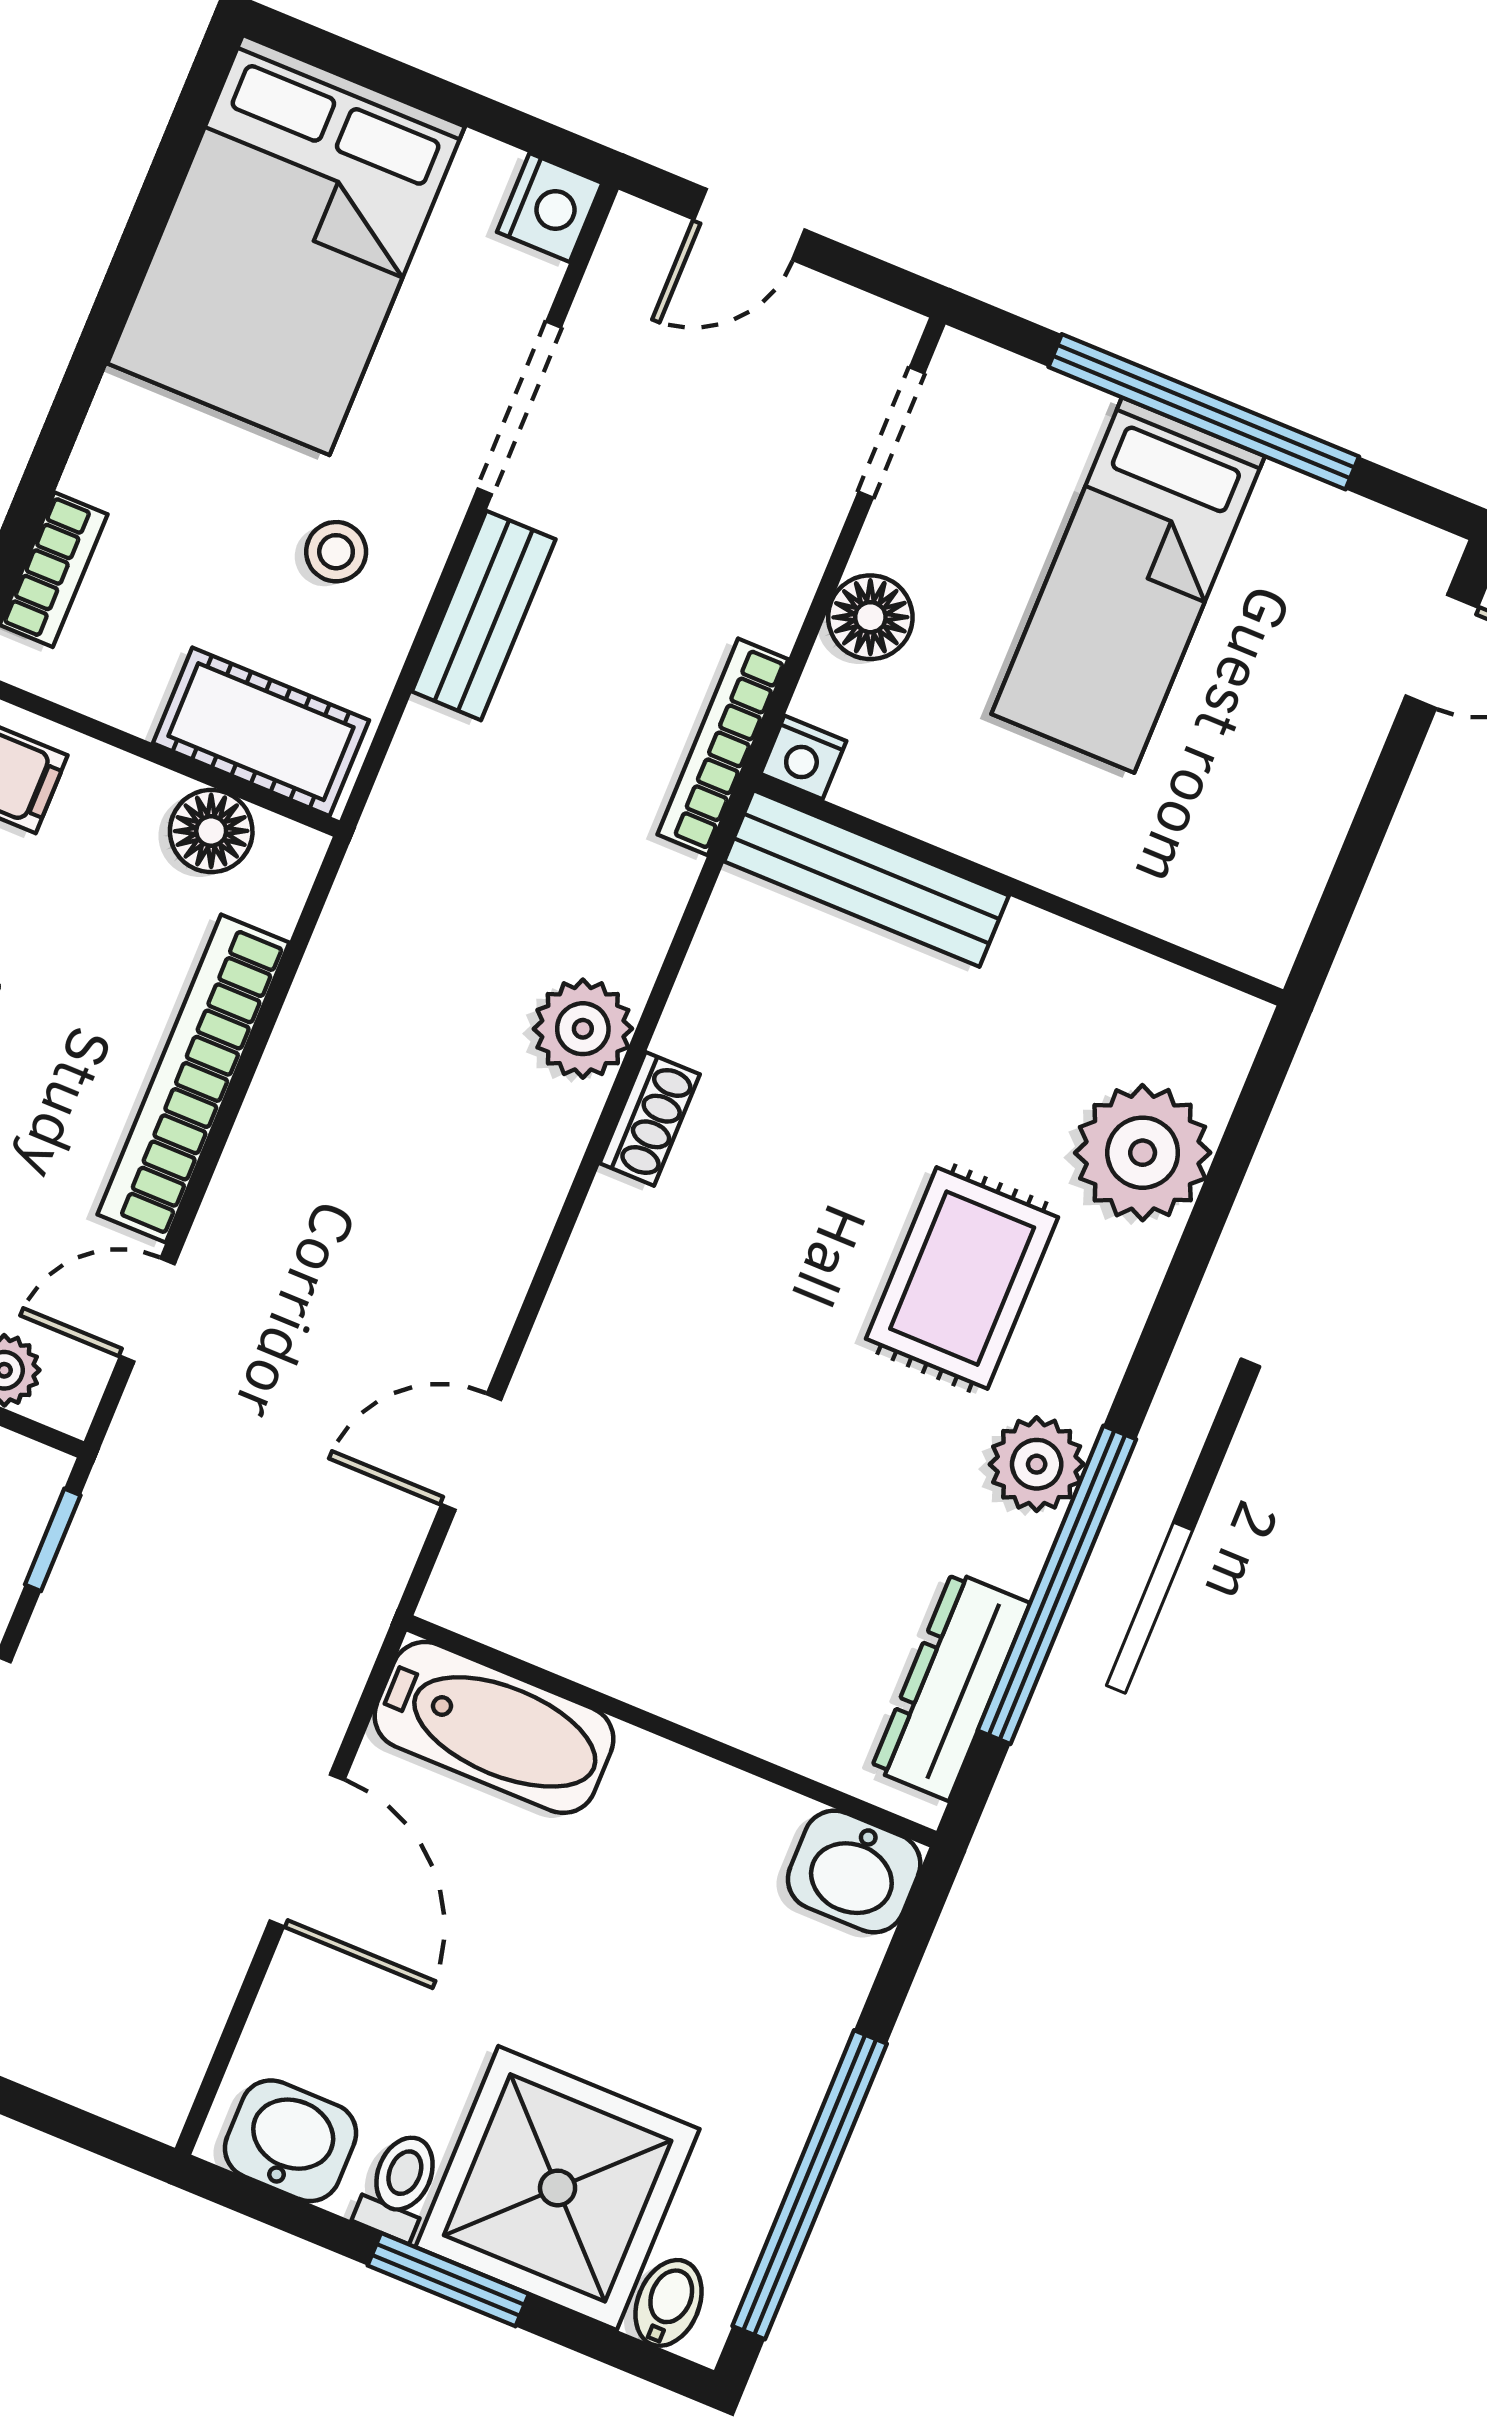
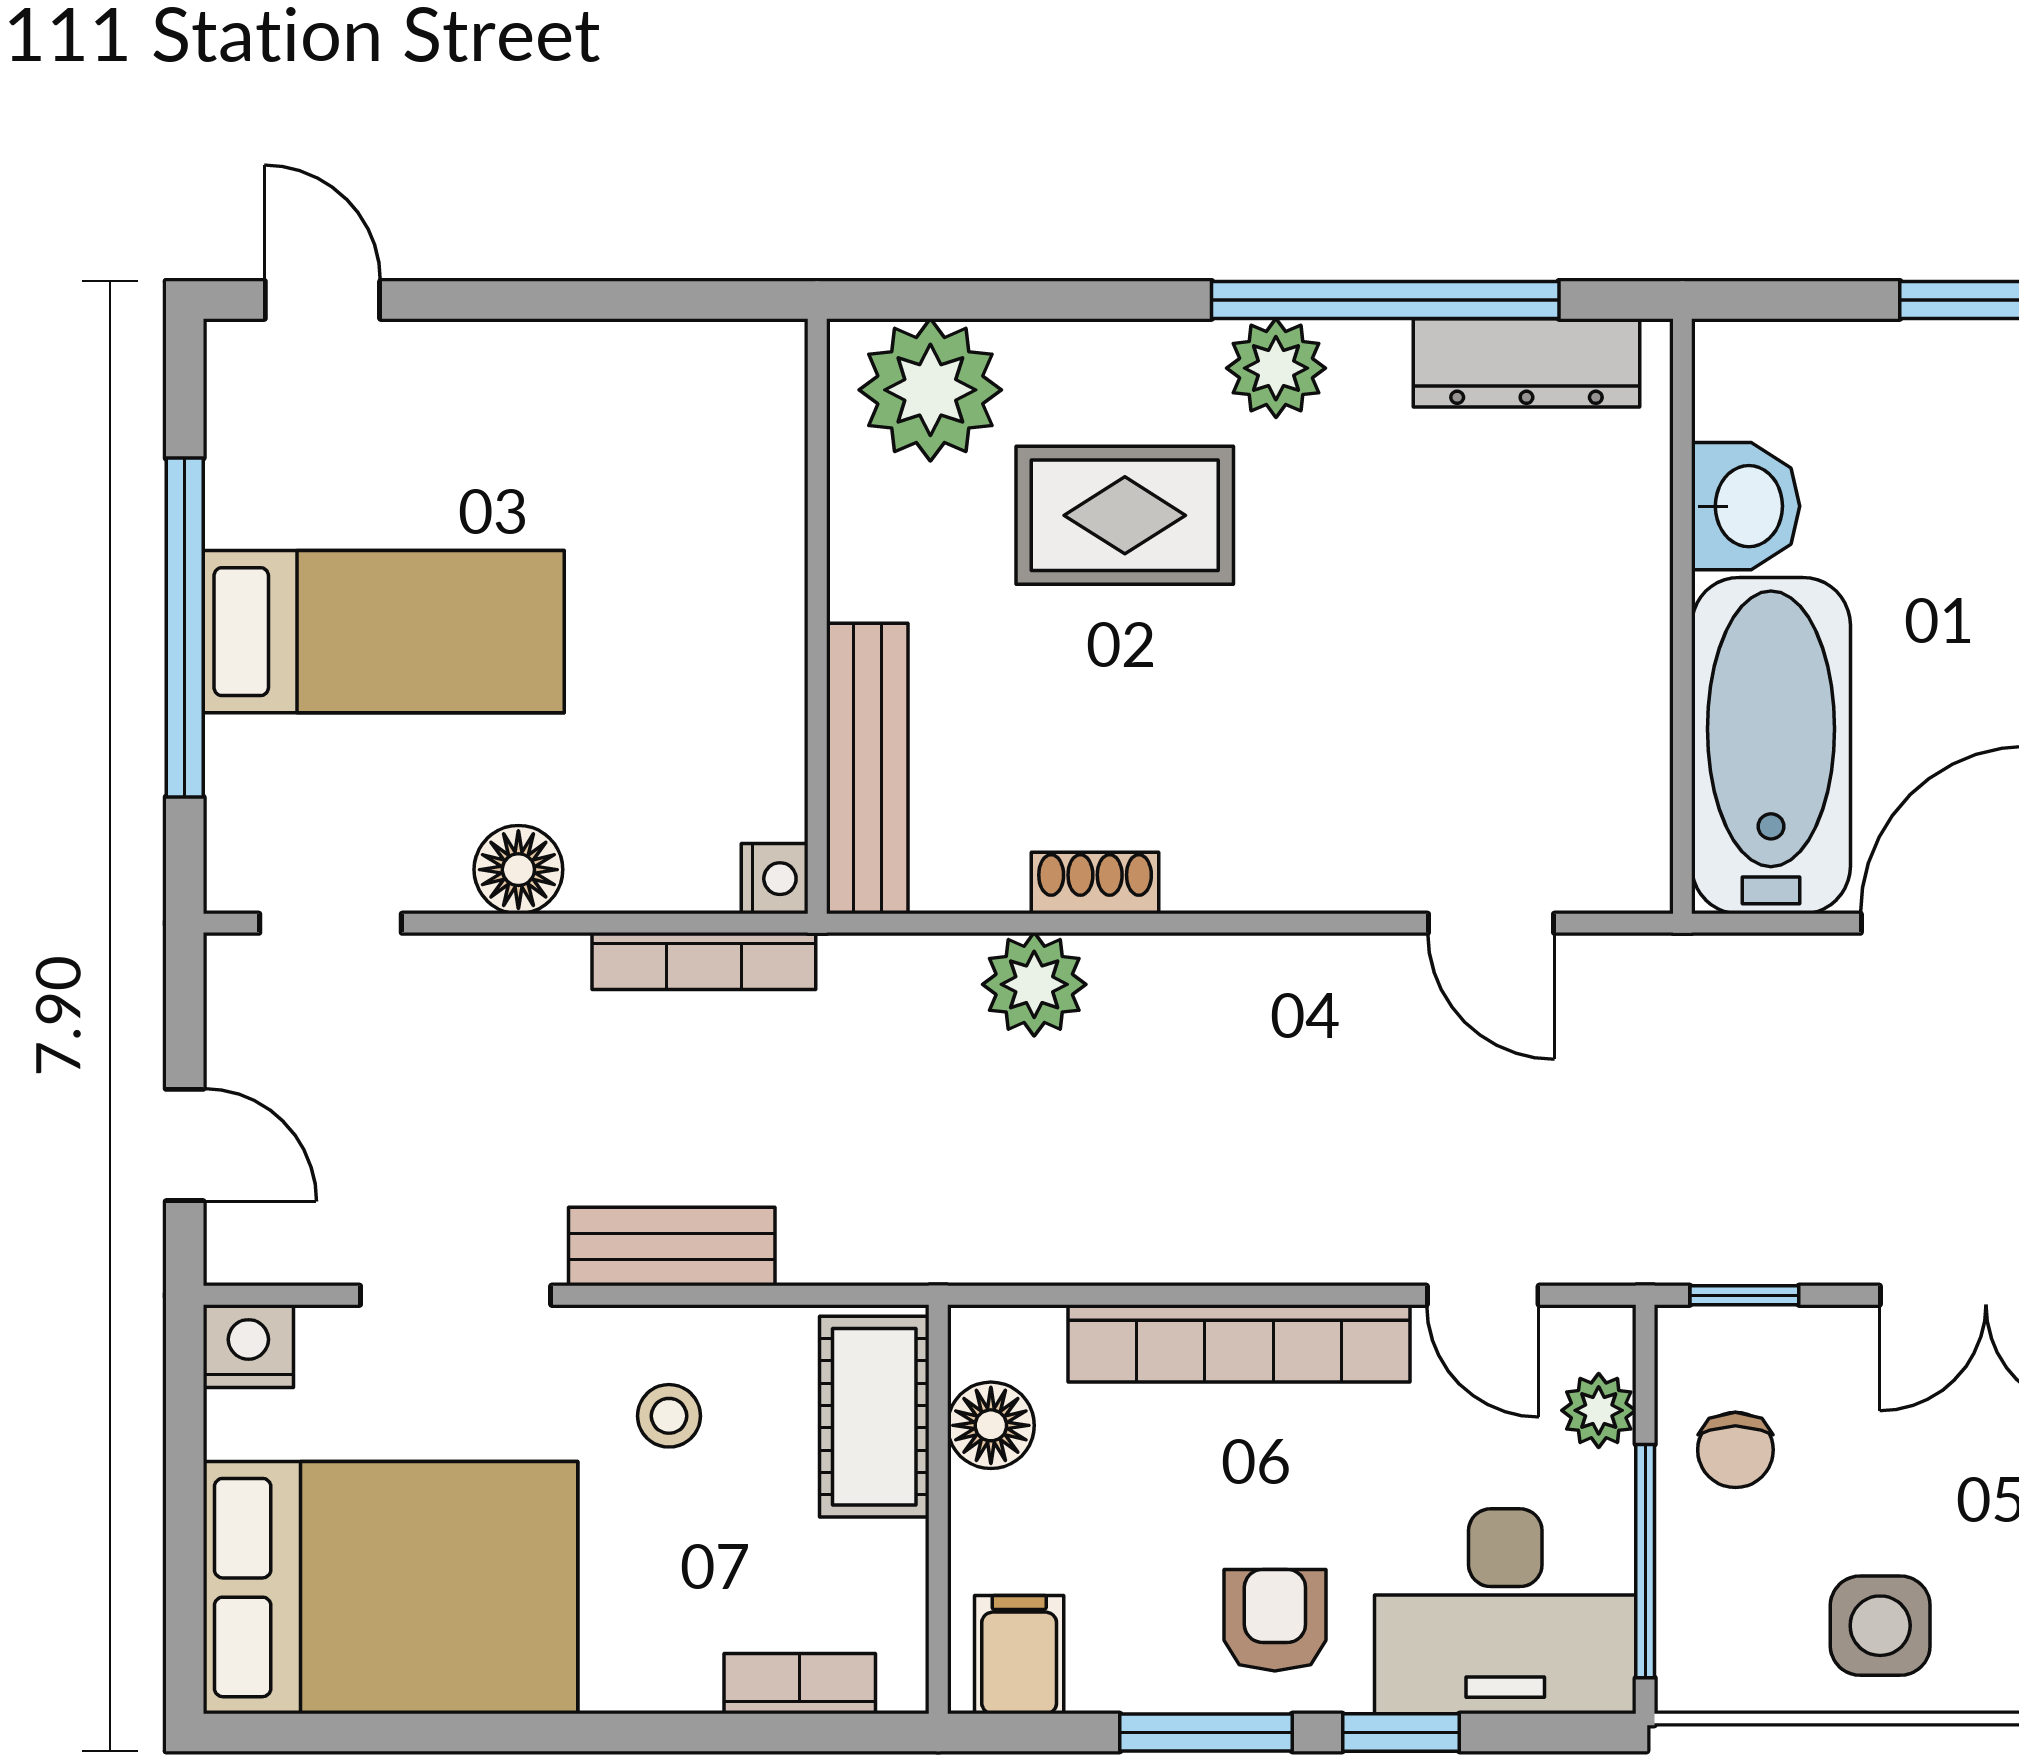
nightstand: (803, 757) -> (775, 879), moved
bench: (867, 879) -> (867, 769), moved
wall: (1018, 890) -> (817, 616), moved
bathtub: (494, 1727) -> (1771, 746), width x1.36, depth x1.36
washbasin: (854, 1872) -> (1746, 506), moved

